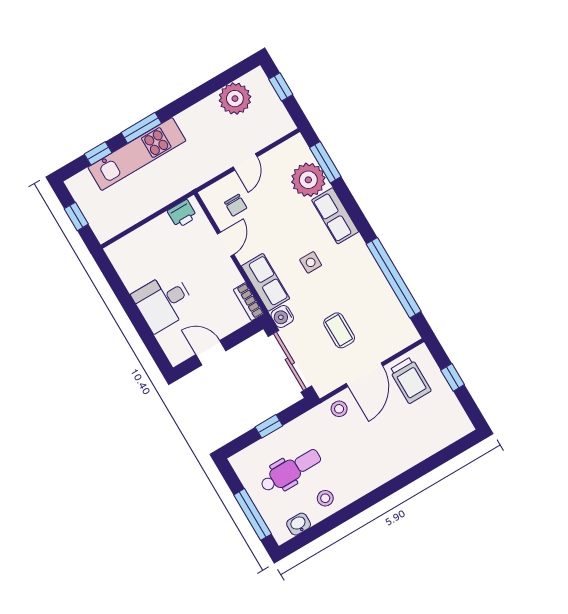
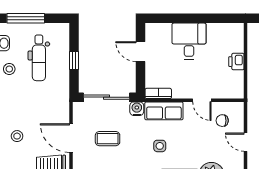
printer: (182, 214) -> (236, 62), moved
door: (211, 353) -> (140, 52), swing flipped
stool: (339, 409) -> (17, 136), moved

